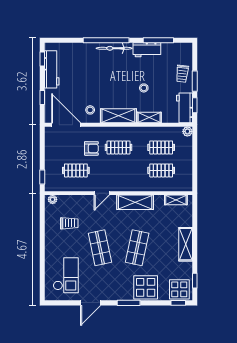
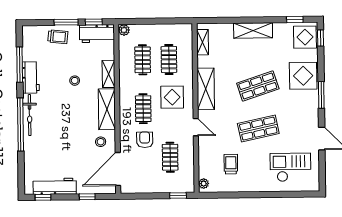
display table: (128, 173) -> (172, 97), added
shop shelf: (137, 248) -> (258, 86), turned -30

